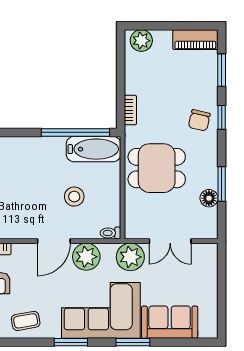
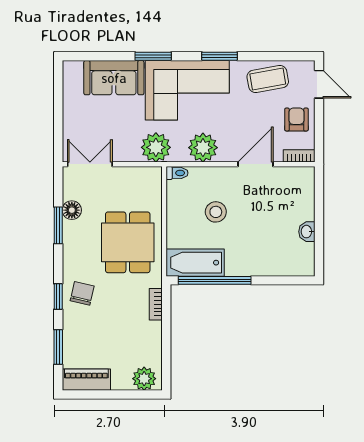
dining table: (157, 168) -> (128, 242), turned 90
door: (54, 241) -> (256, 164), moved
double door: (170, 241) -> (90, 164), moved
coffee table: (26, 321) -> (268, 79), width x1.36, depth x1.30

